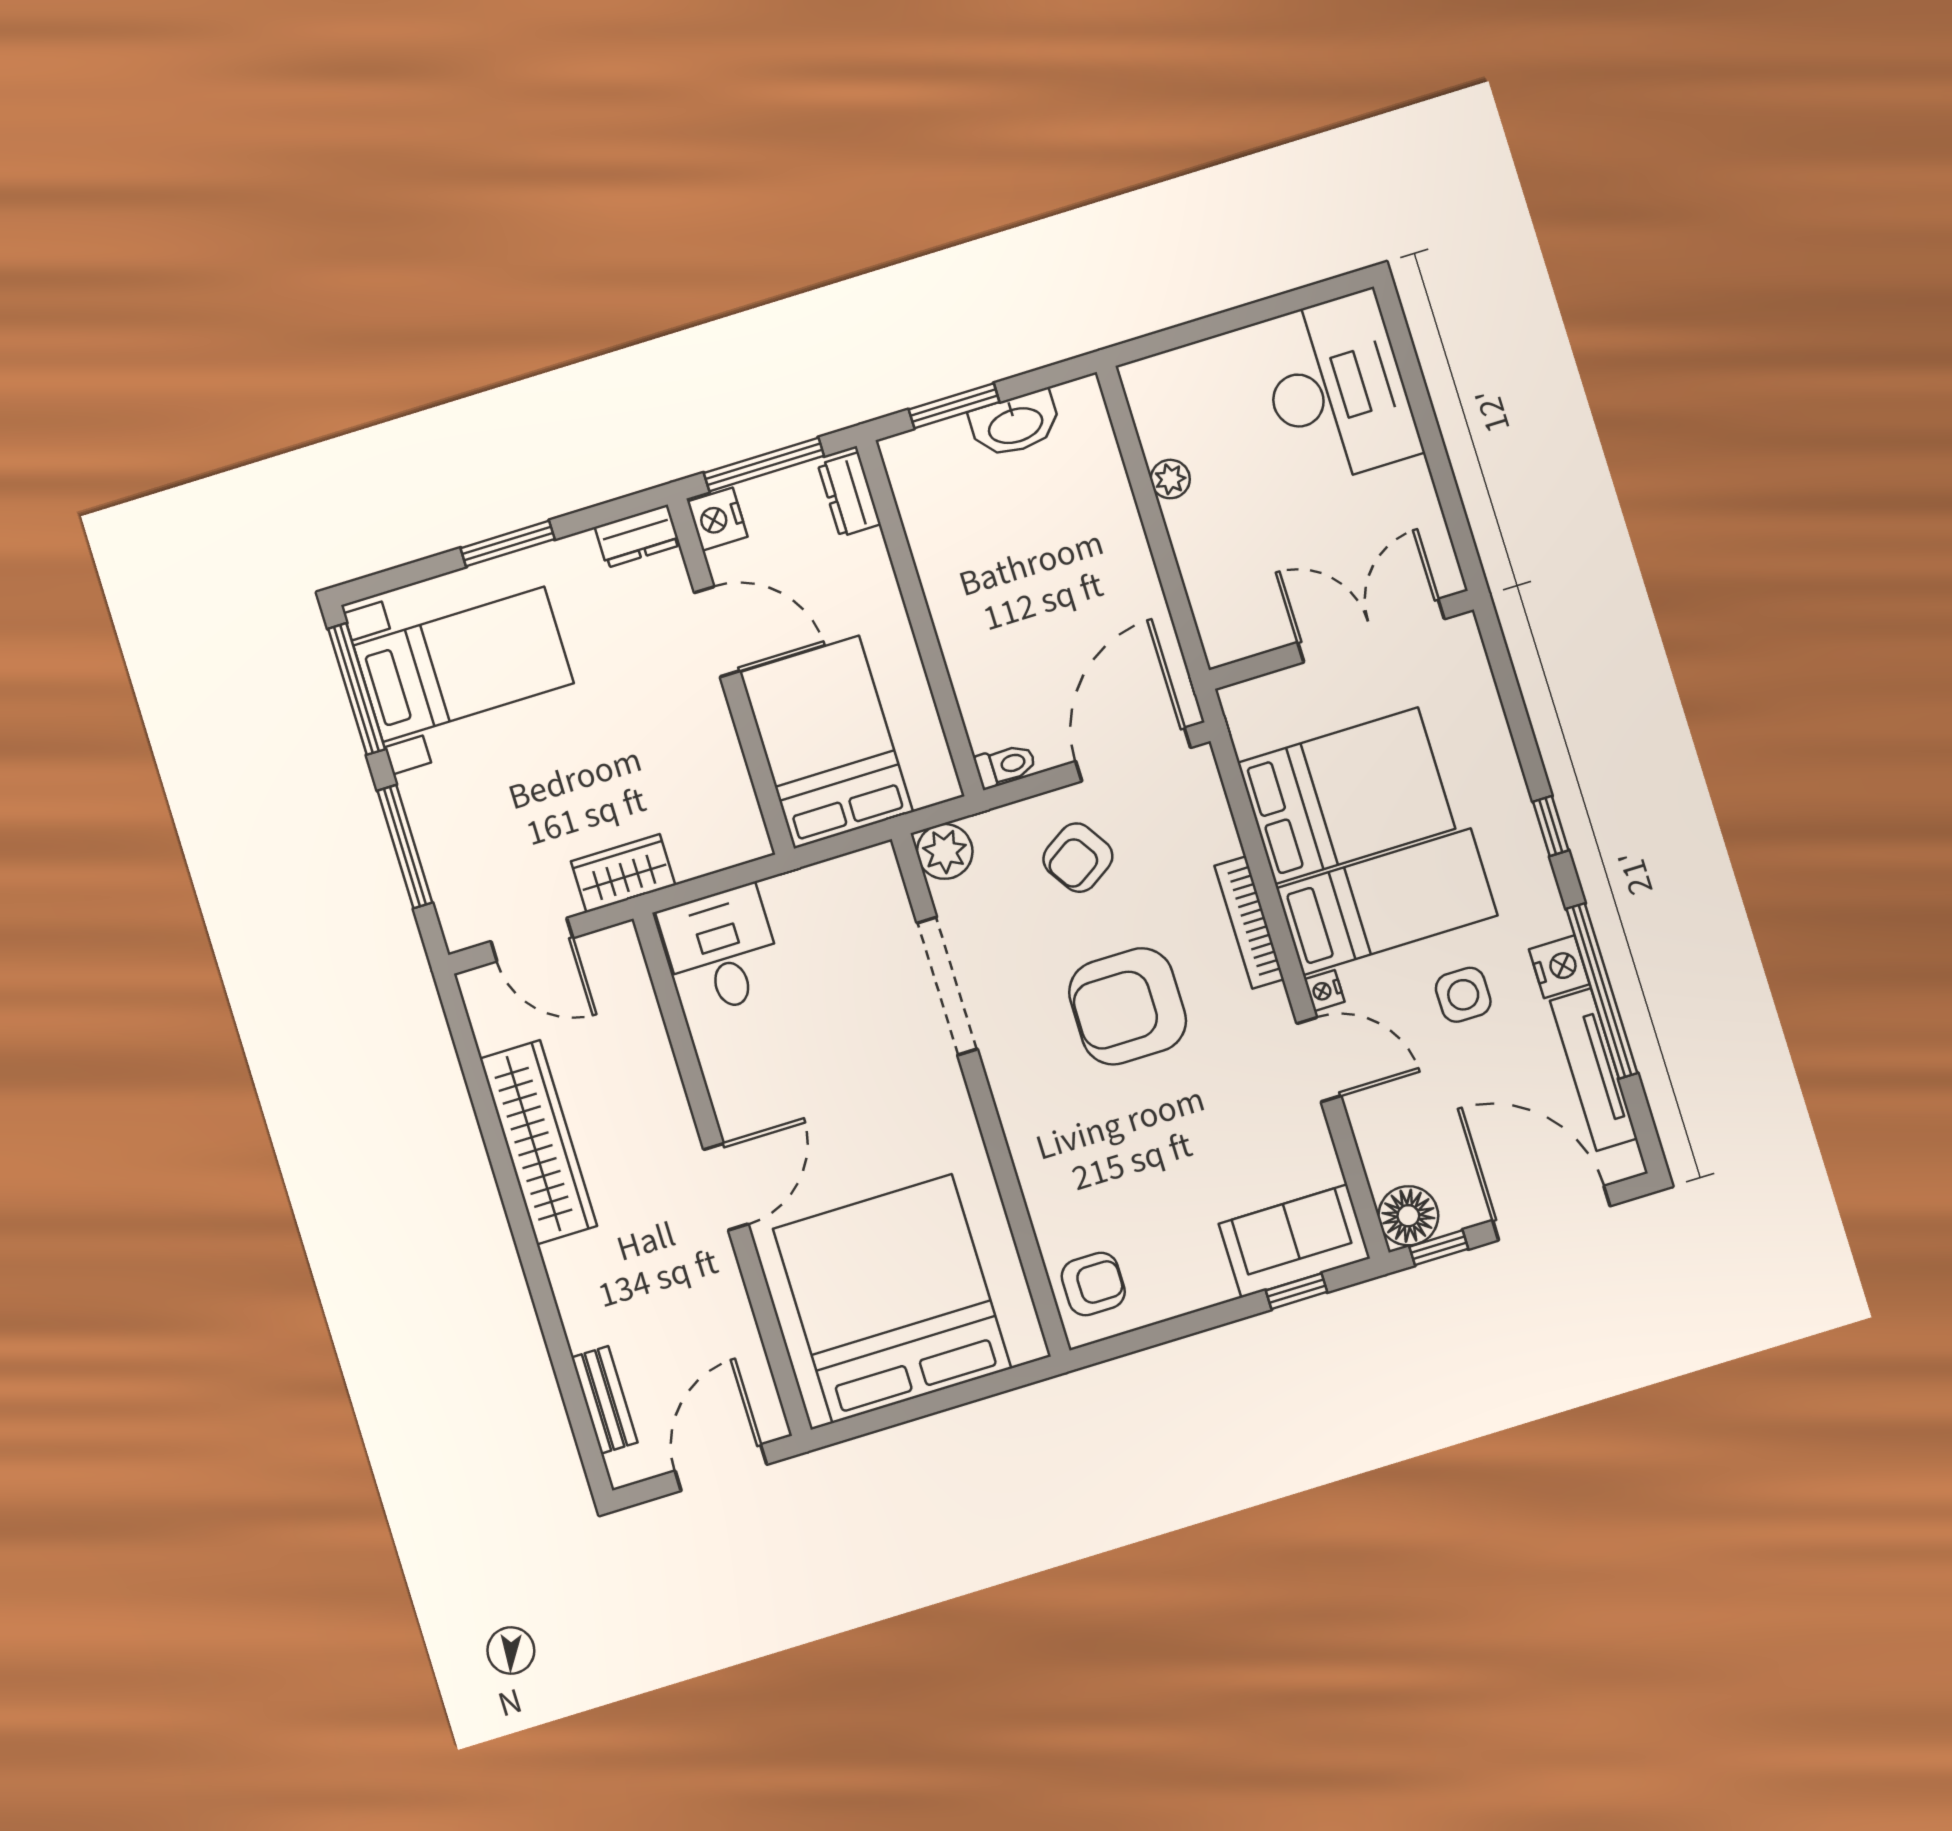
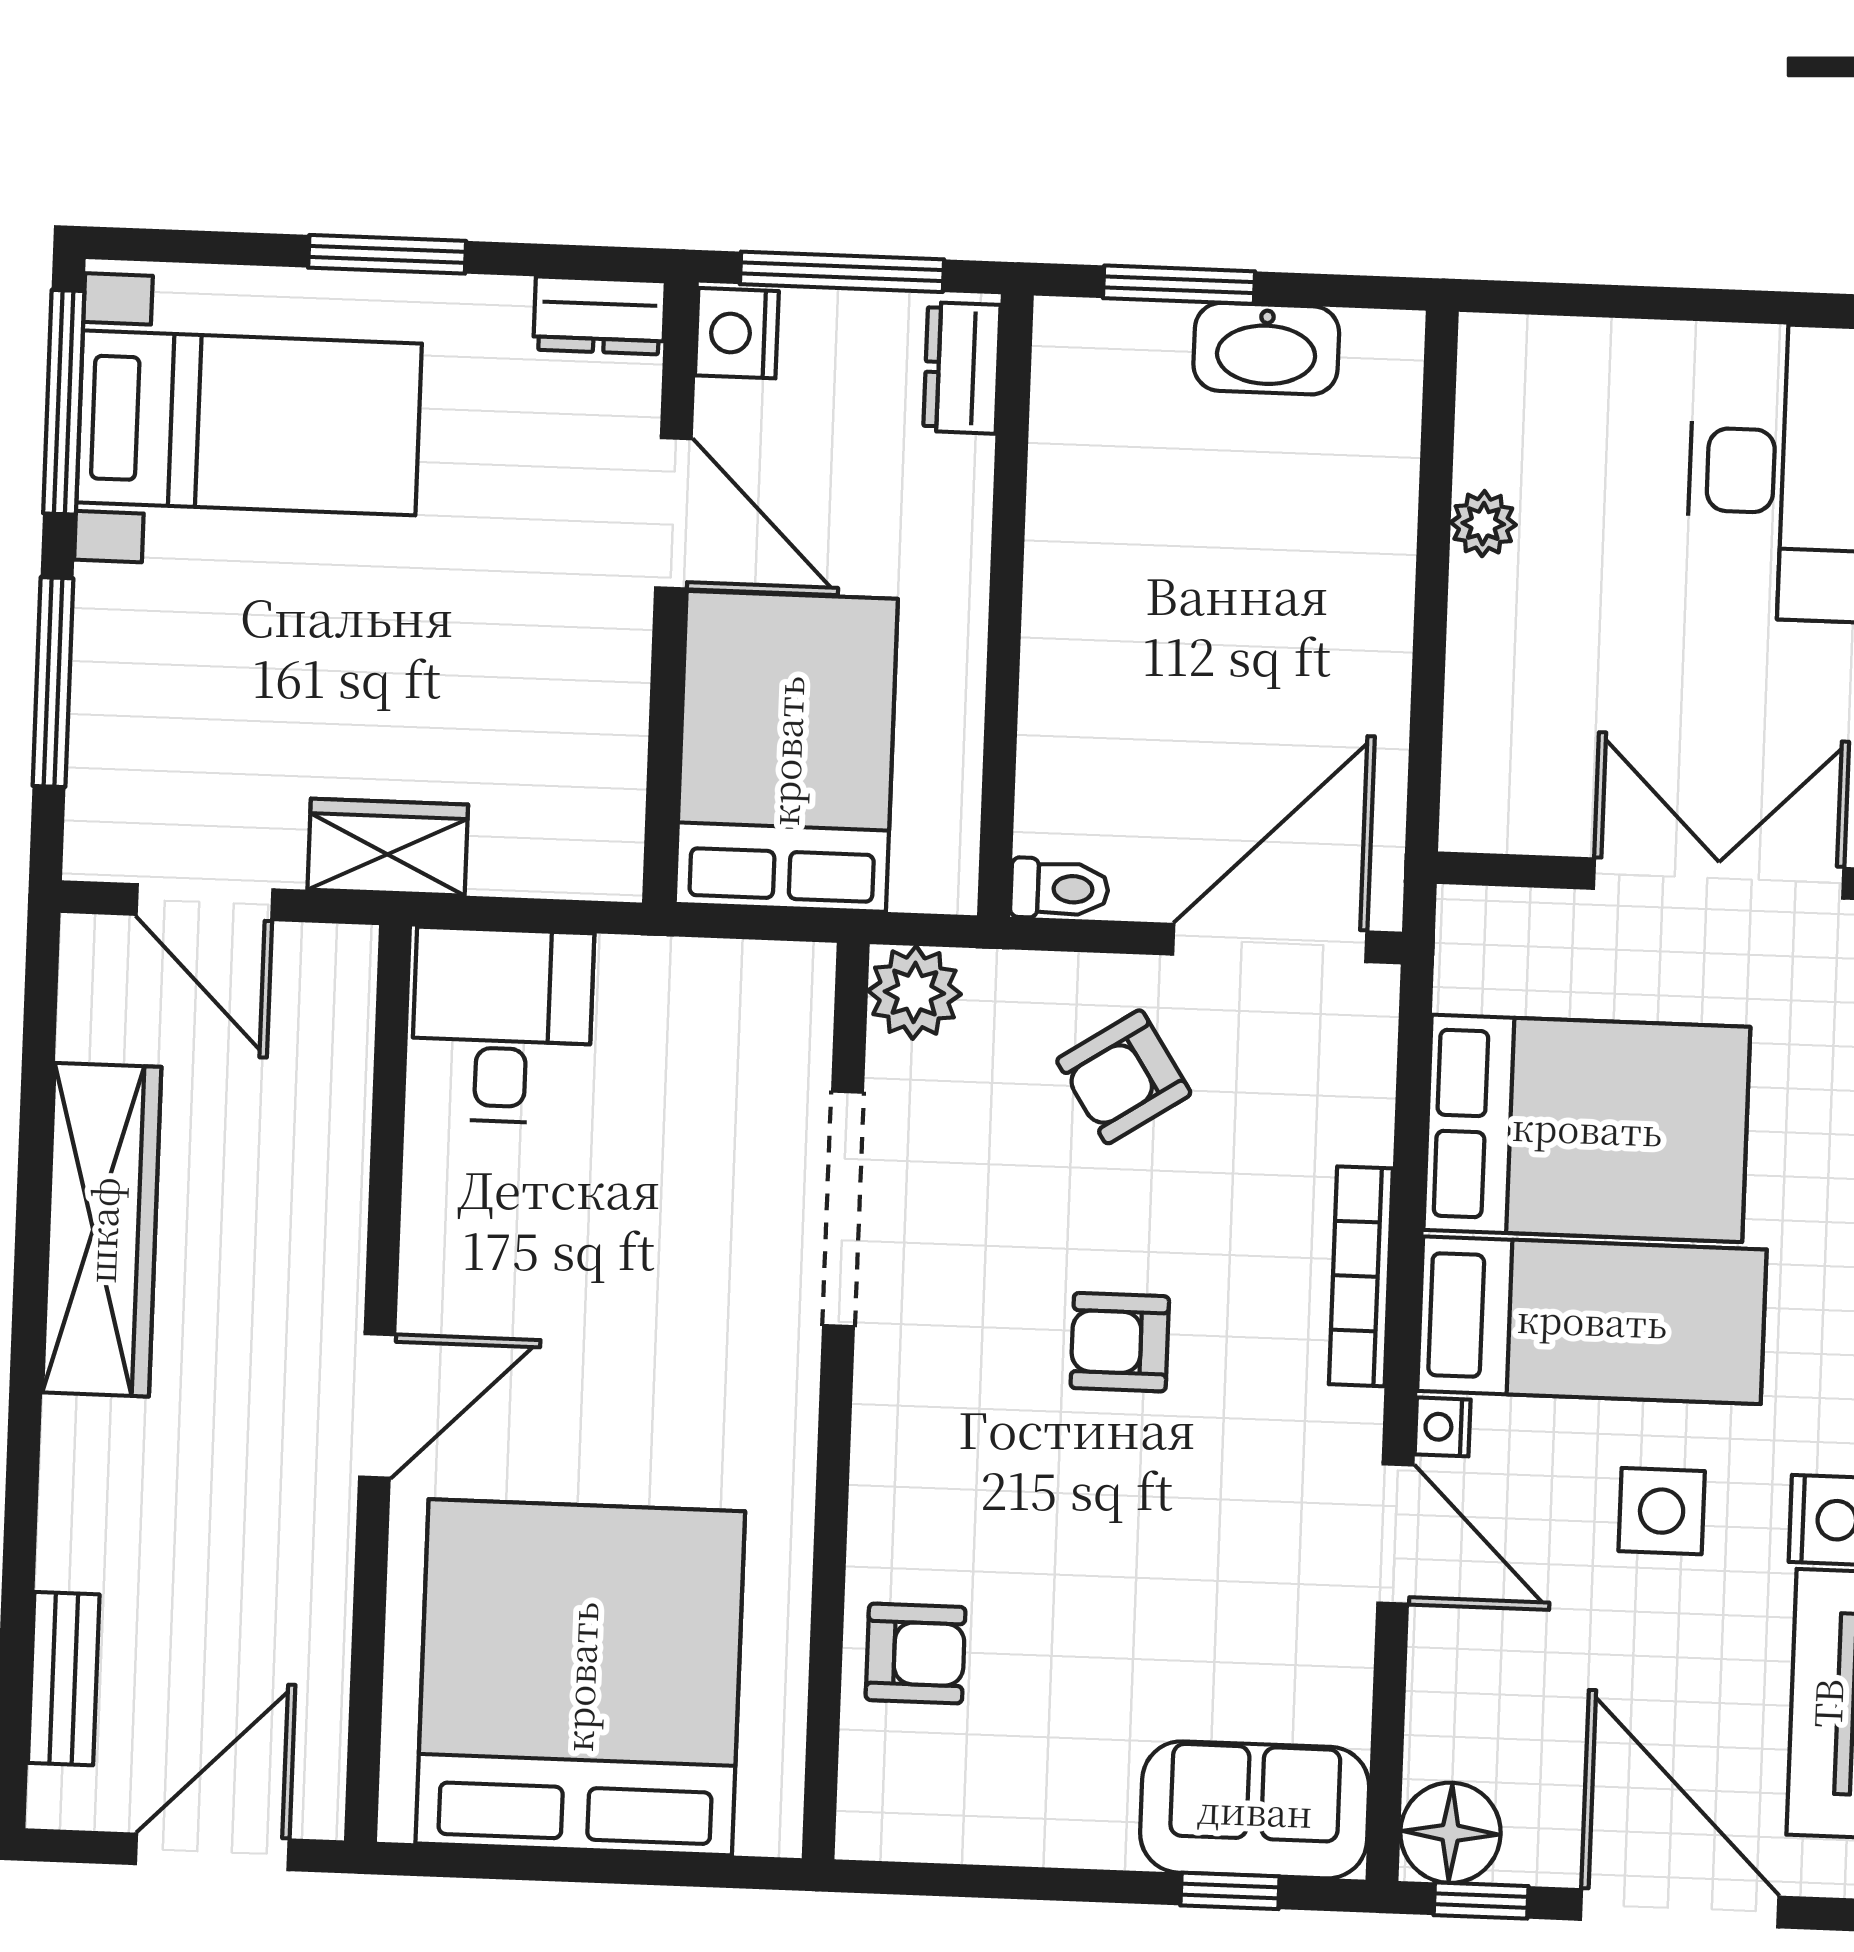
armchair: (1128, 1006) -> (1120, 1342), width x0.53, depth x0.53
armchair: (1093, 1284) -> (916, 1653), moved

